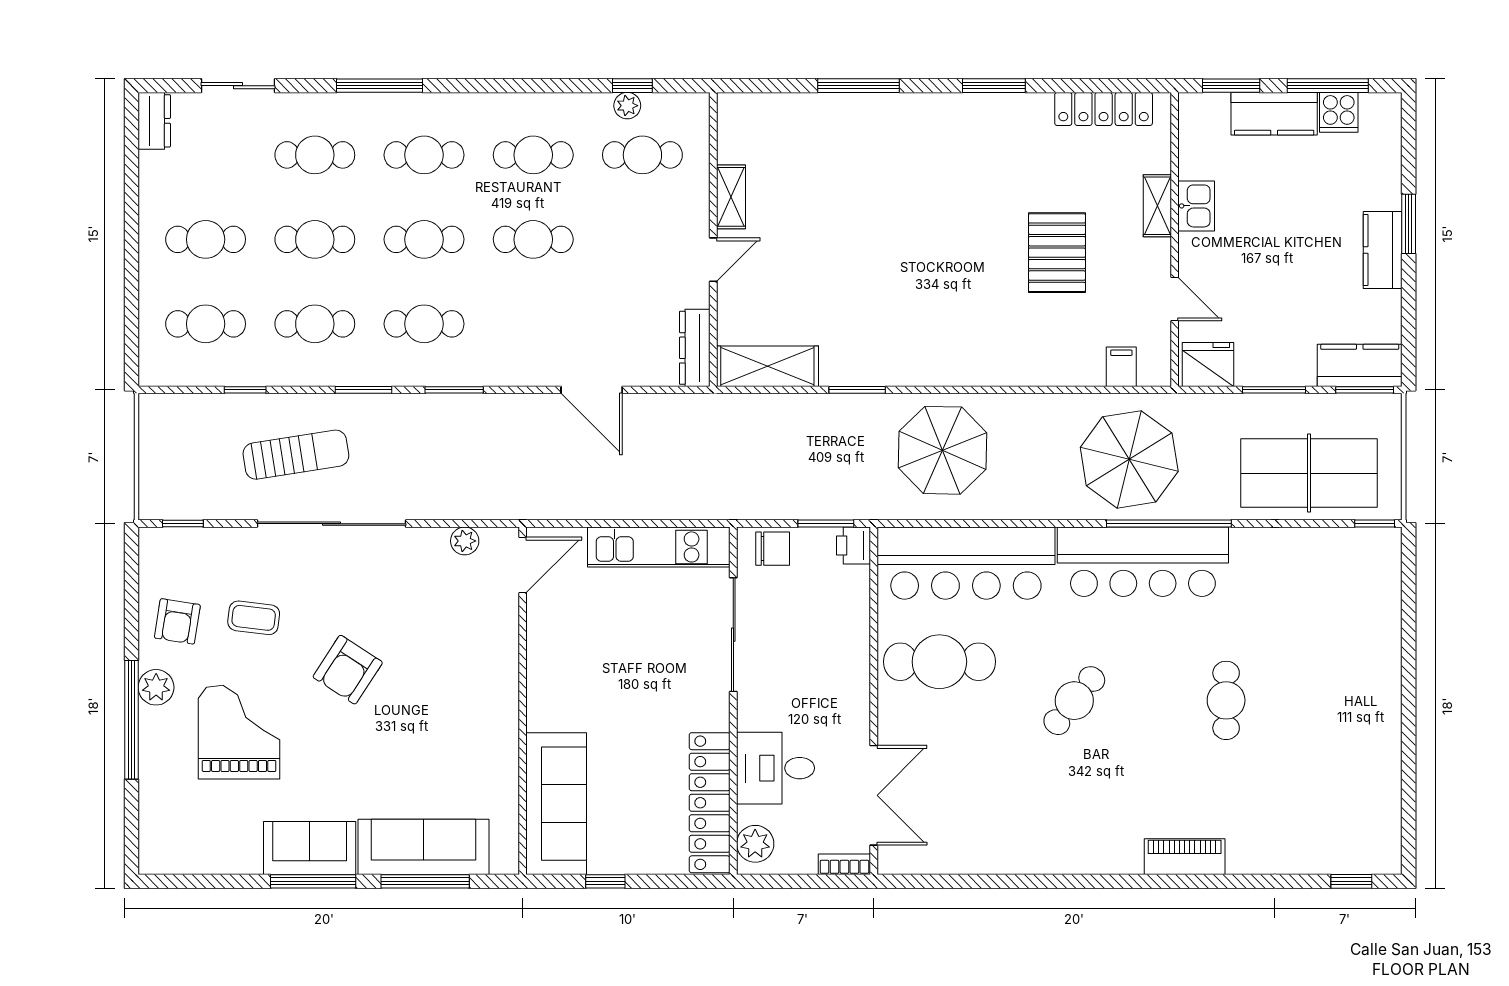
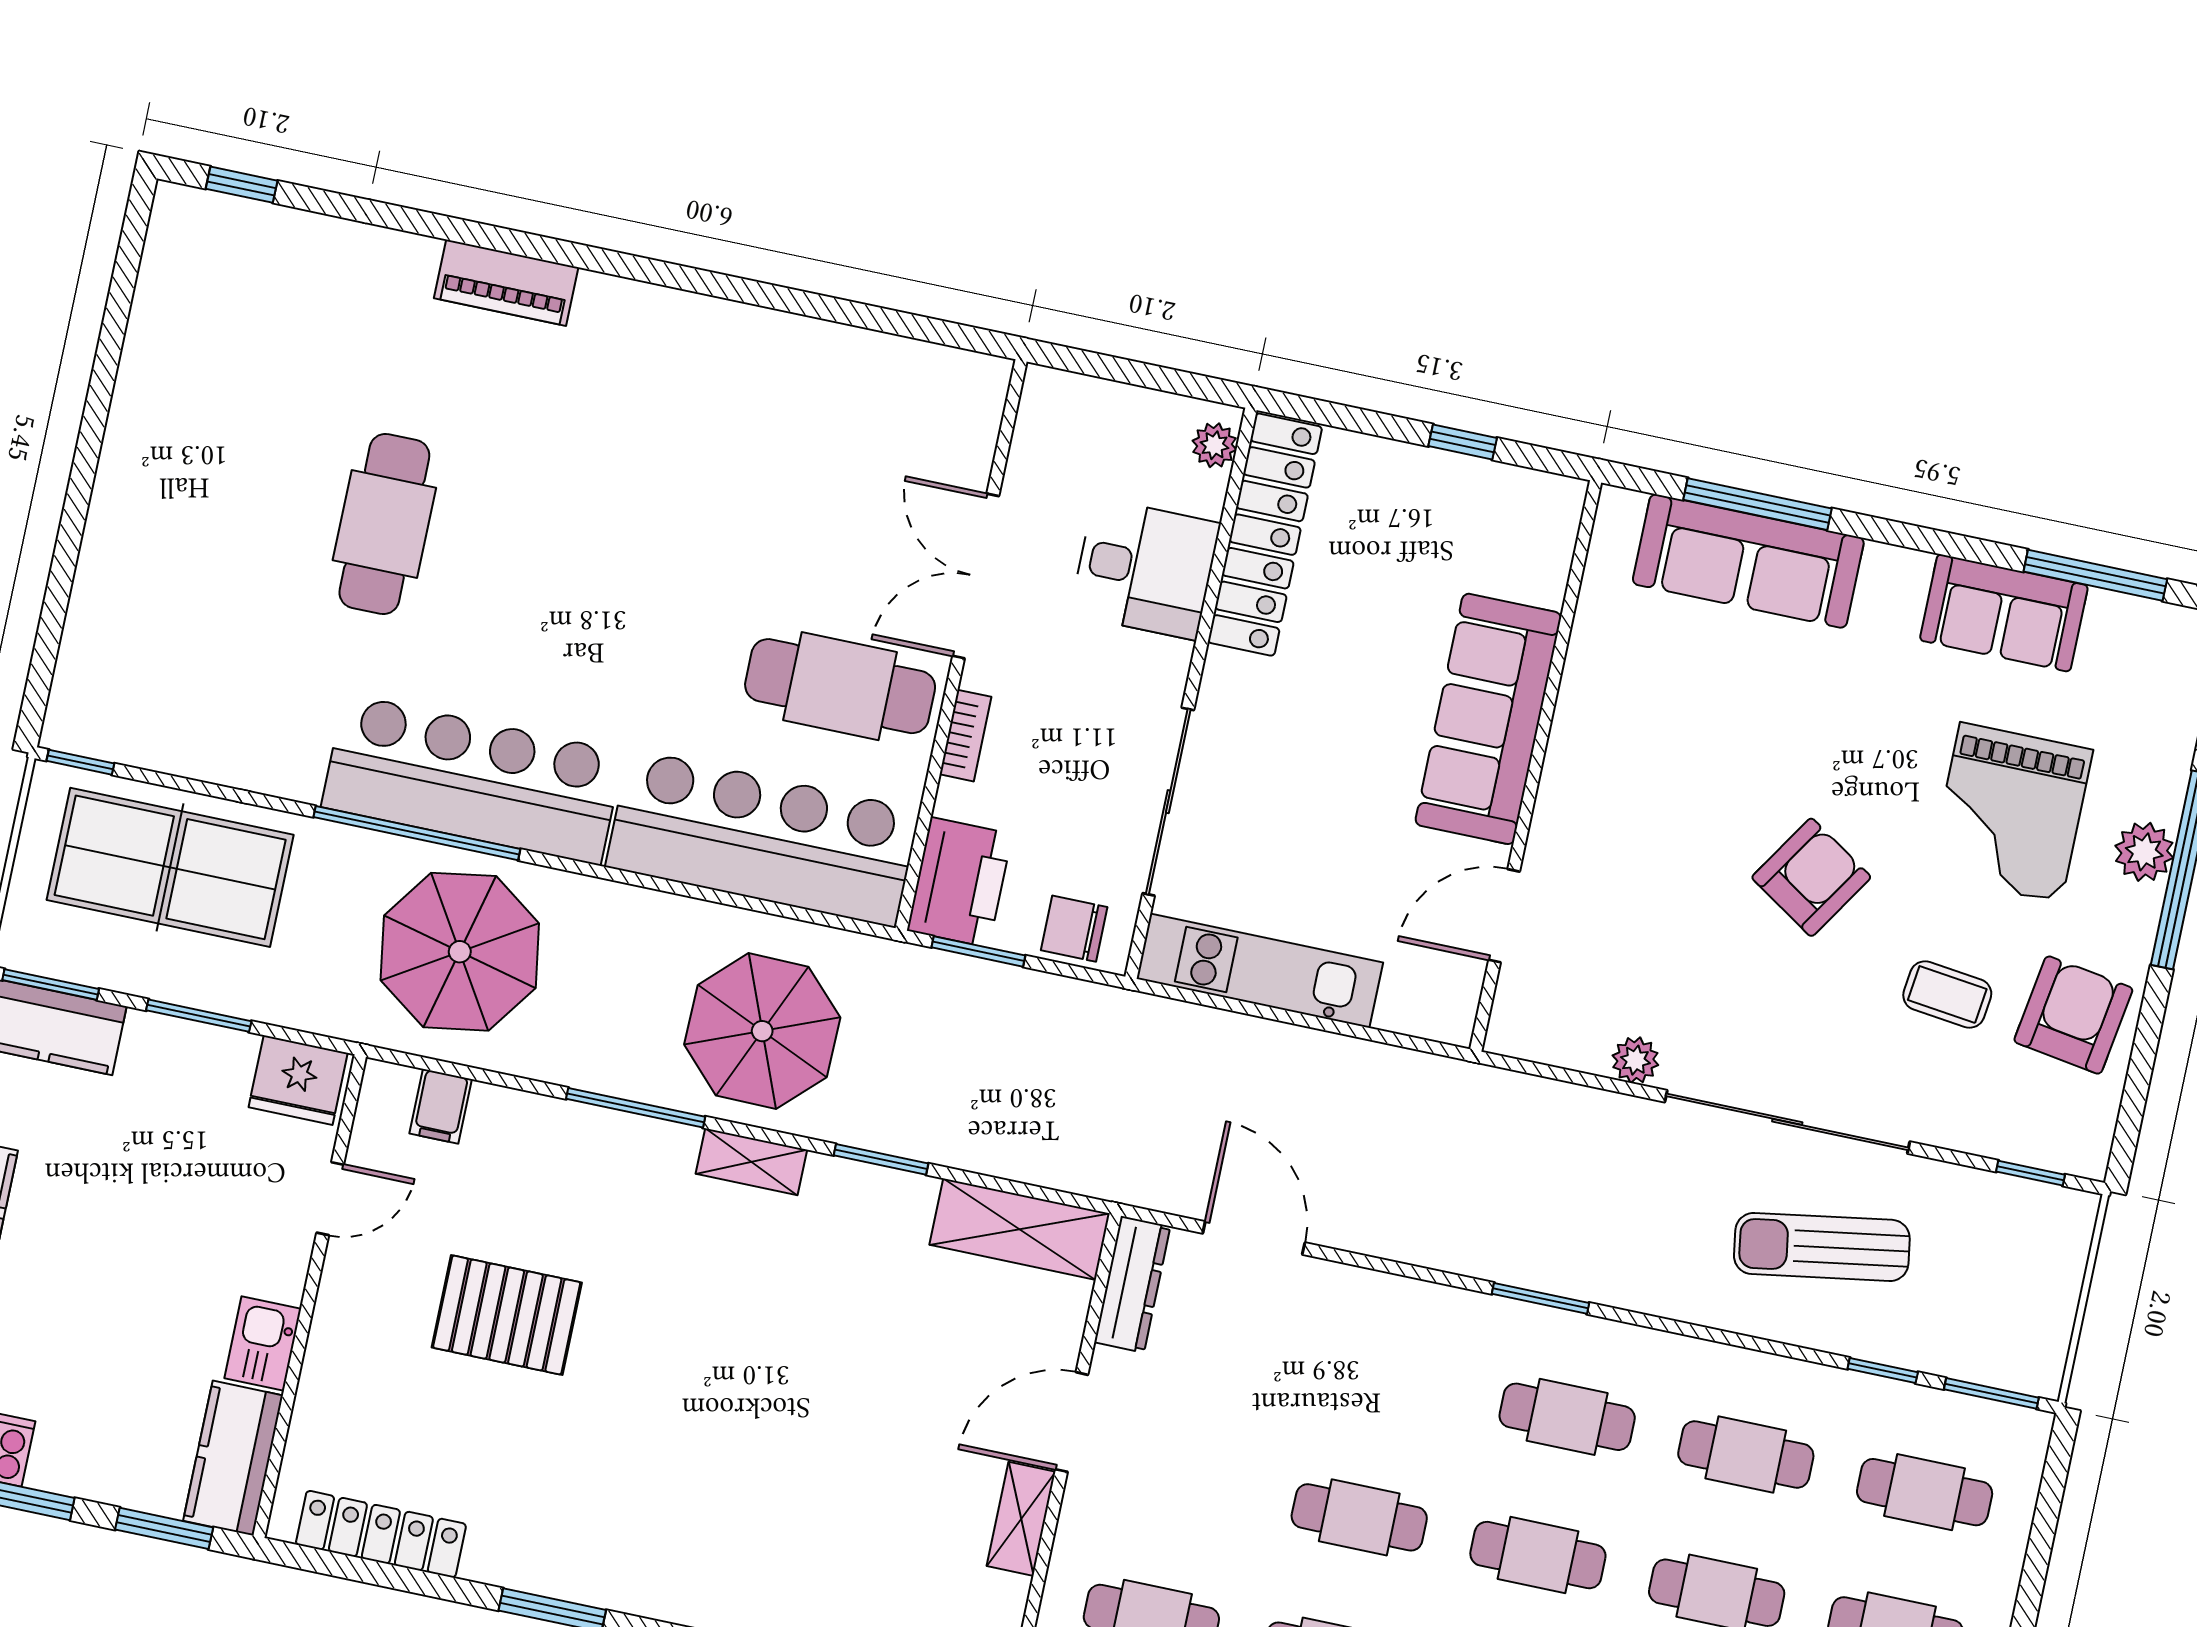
kitchen counter: (1274, 114) -> (233, 1458), moved, turned -90
shelving: (1157, 206) -> (751, 1162), moved, turned 90
pallet: (1057, 253) -> (507, 1315), turned 90
door: (713, 260) -> (1072, 1422), width x1.38
door: (1175, 299) -> (330, 1199), swing flipped
window: (364, 390) -> (1991, 1393), moved
door: (592, 390) -> (1254, 1238), moved
window: (1007, 390) -> (636, 1108), added
plant: (465, 541) -> (1635, 1060), moved
printer: (853, 546) -> (960, 882), width x1.87, depth x1.48
door: (523, 565) -> (1504, 916), moved
armchair: (177, 621) -> (2073, 1015), width x1.38, depth x1.38
plant: (156, 687) -> (2144, 852), moved
cafe table: (1226, 700) -> (384, 524), width x1.37, depth x1.35
cafe table: (1074, 701) -> (633, 576), removed
double door: (874, 795) -> (976, 576), moved
sofa: (556, 804) -> (1488, 719), moved
plant: (755, 844) -> (1214, 445), width x0.73, depth x0.73
sofa: (310, 848) -> (2004, 613), moved
bookcase: (844, 864) -> (966, 736), moved, turned -90
window: (313, 881) -> (2095, 575), moved

